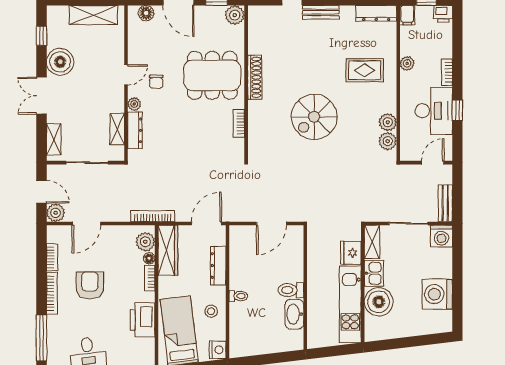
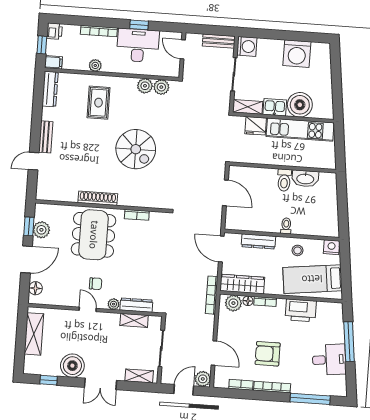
plant: (235, 15) -> (41, 230), moved
bookcase: (447, 72) -> (99, 31), width x1.56

